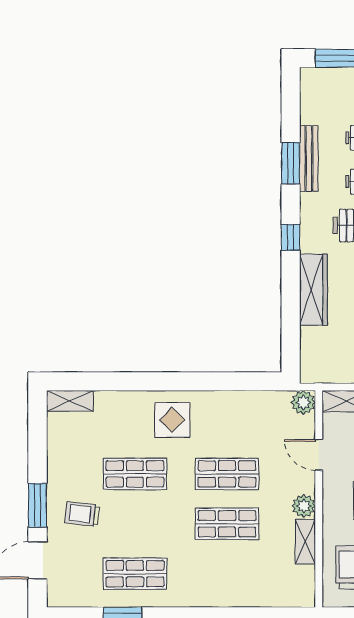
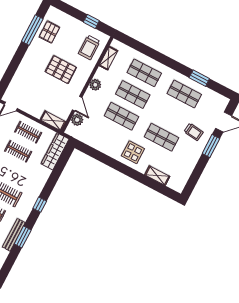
wardrobe: (313, 290) -> (55, 151), moved
shelving: (70, 401) -> (157, 176), moved
plant: (303, 402) -> (77, 120), moved
shelving: (305, 542) -> (108, 58), moved
shop shelf: (227, 574) -> (144, 73), added

